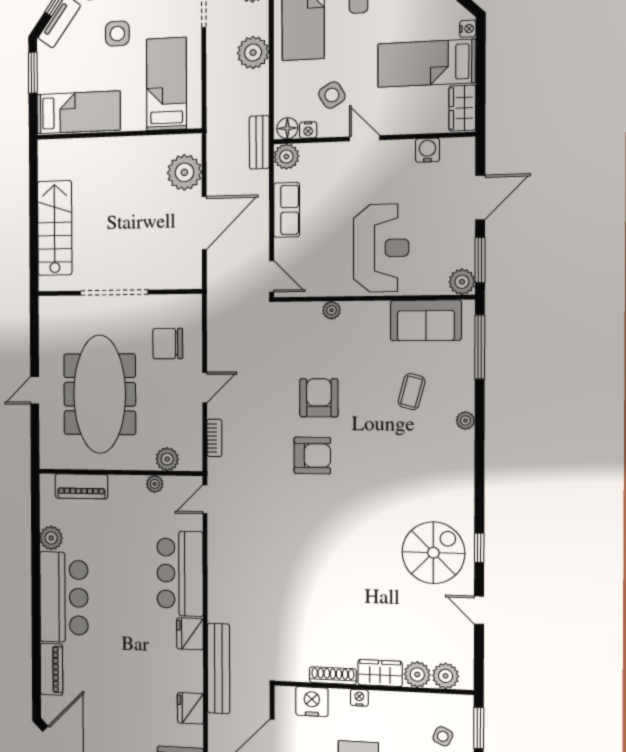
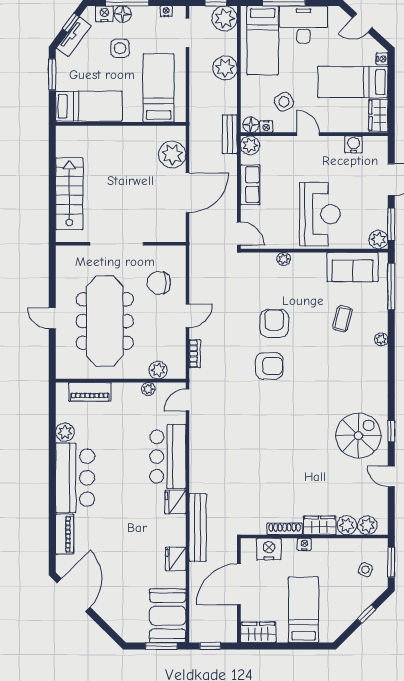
door: (35, 390) -> (52, 318), hinge flipped

